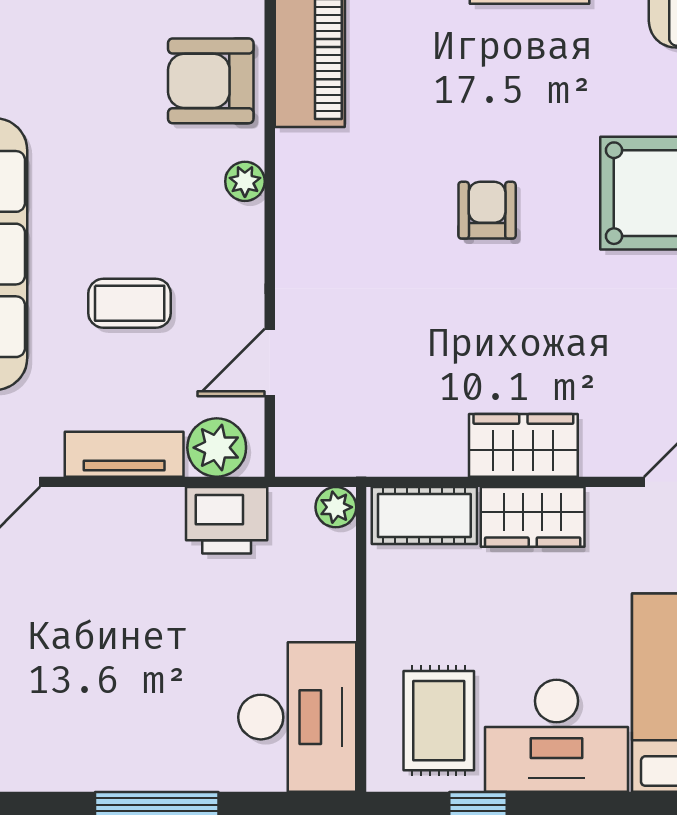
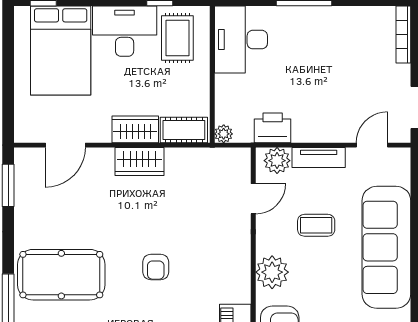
plant: (245, 181) -> (272, 272), width x1.87, depth x1.87

